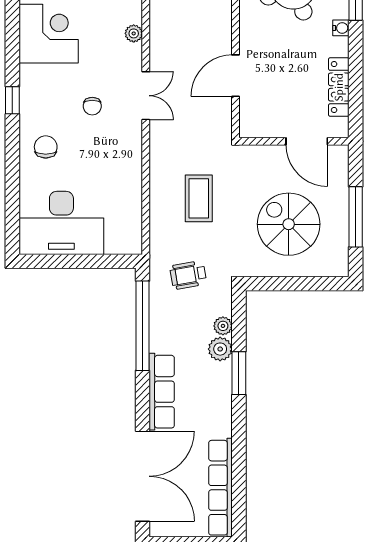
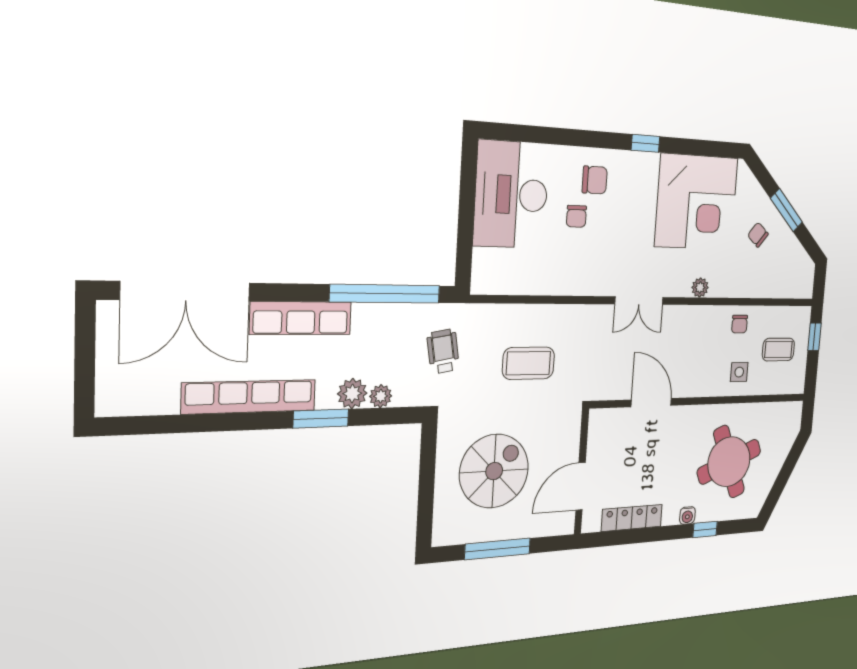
corner desk: (49, 34) -> (696, 202), width x1.36, depth x1.36
chair: (92, 106) -> (576, 216), moved, turned -90
row of seats: (221, 488) -> (249, 397), moved

